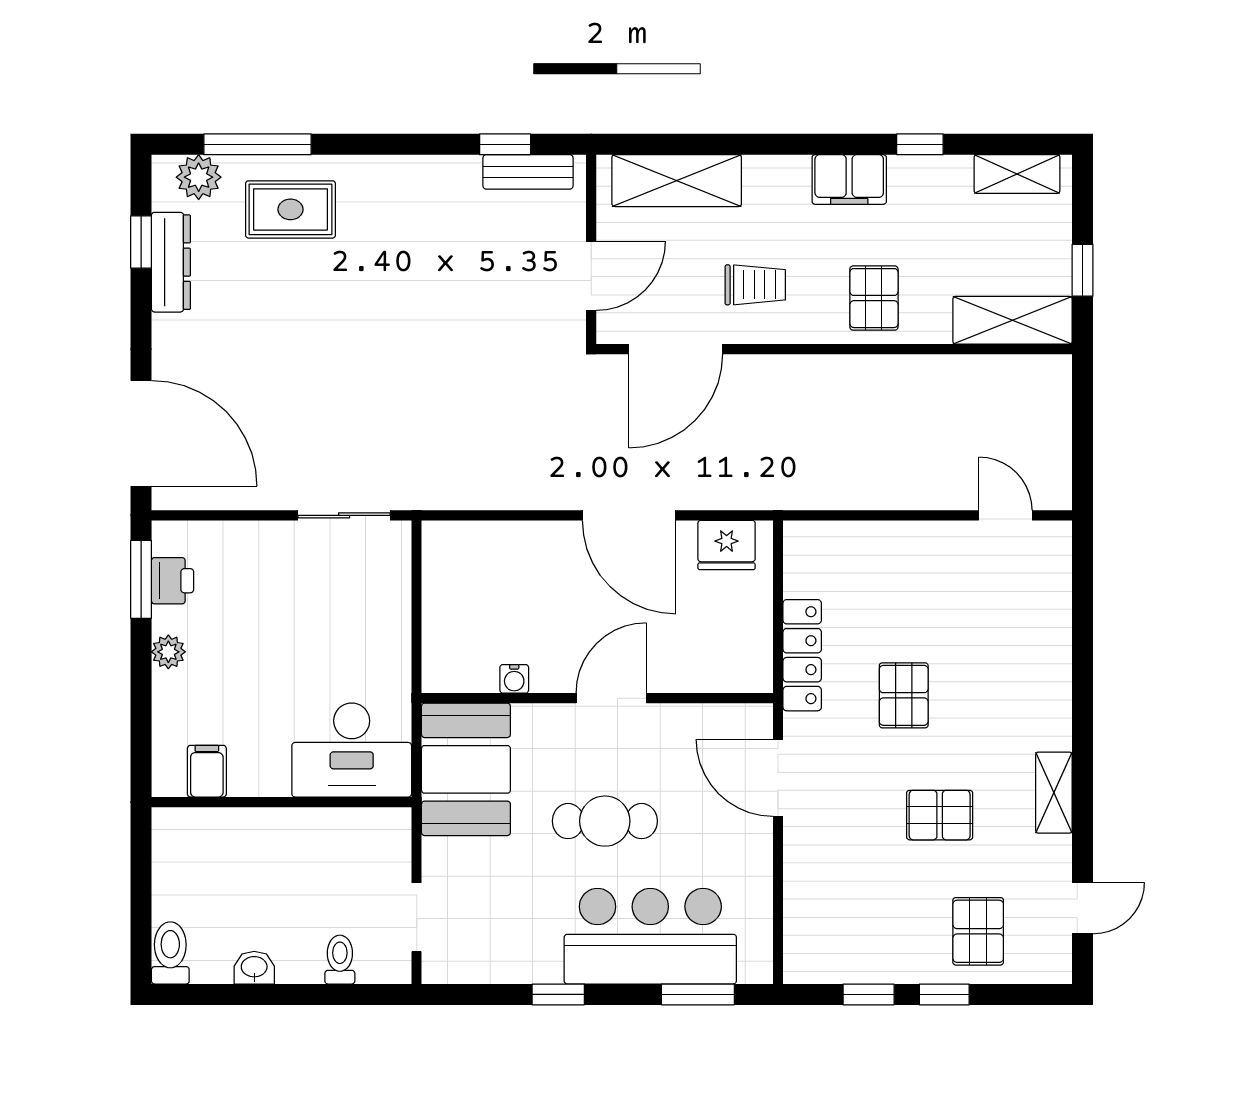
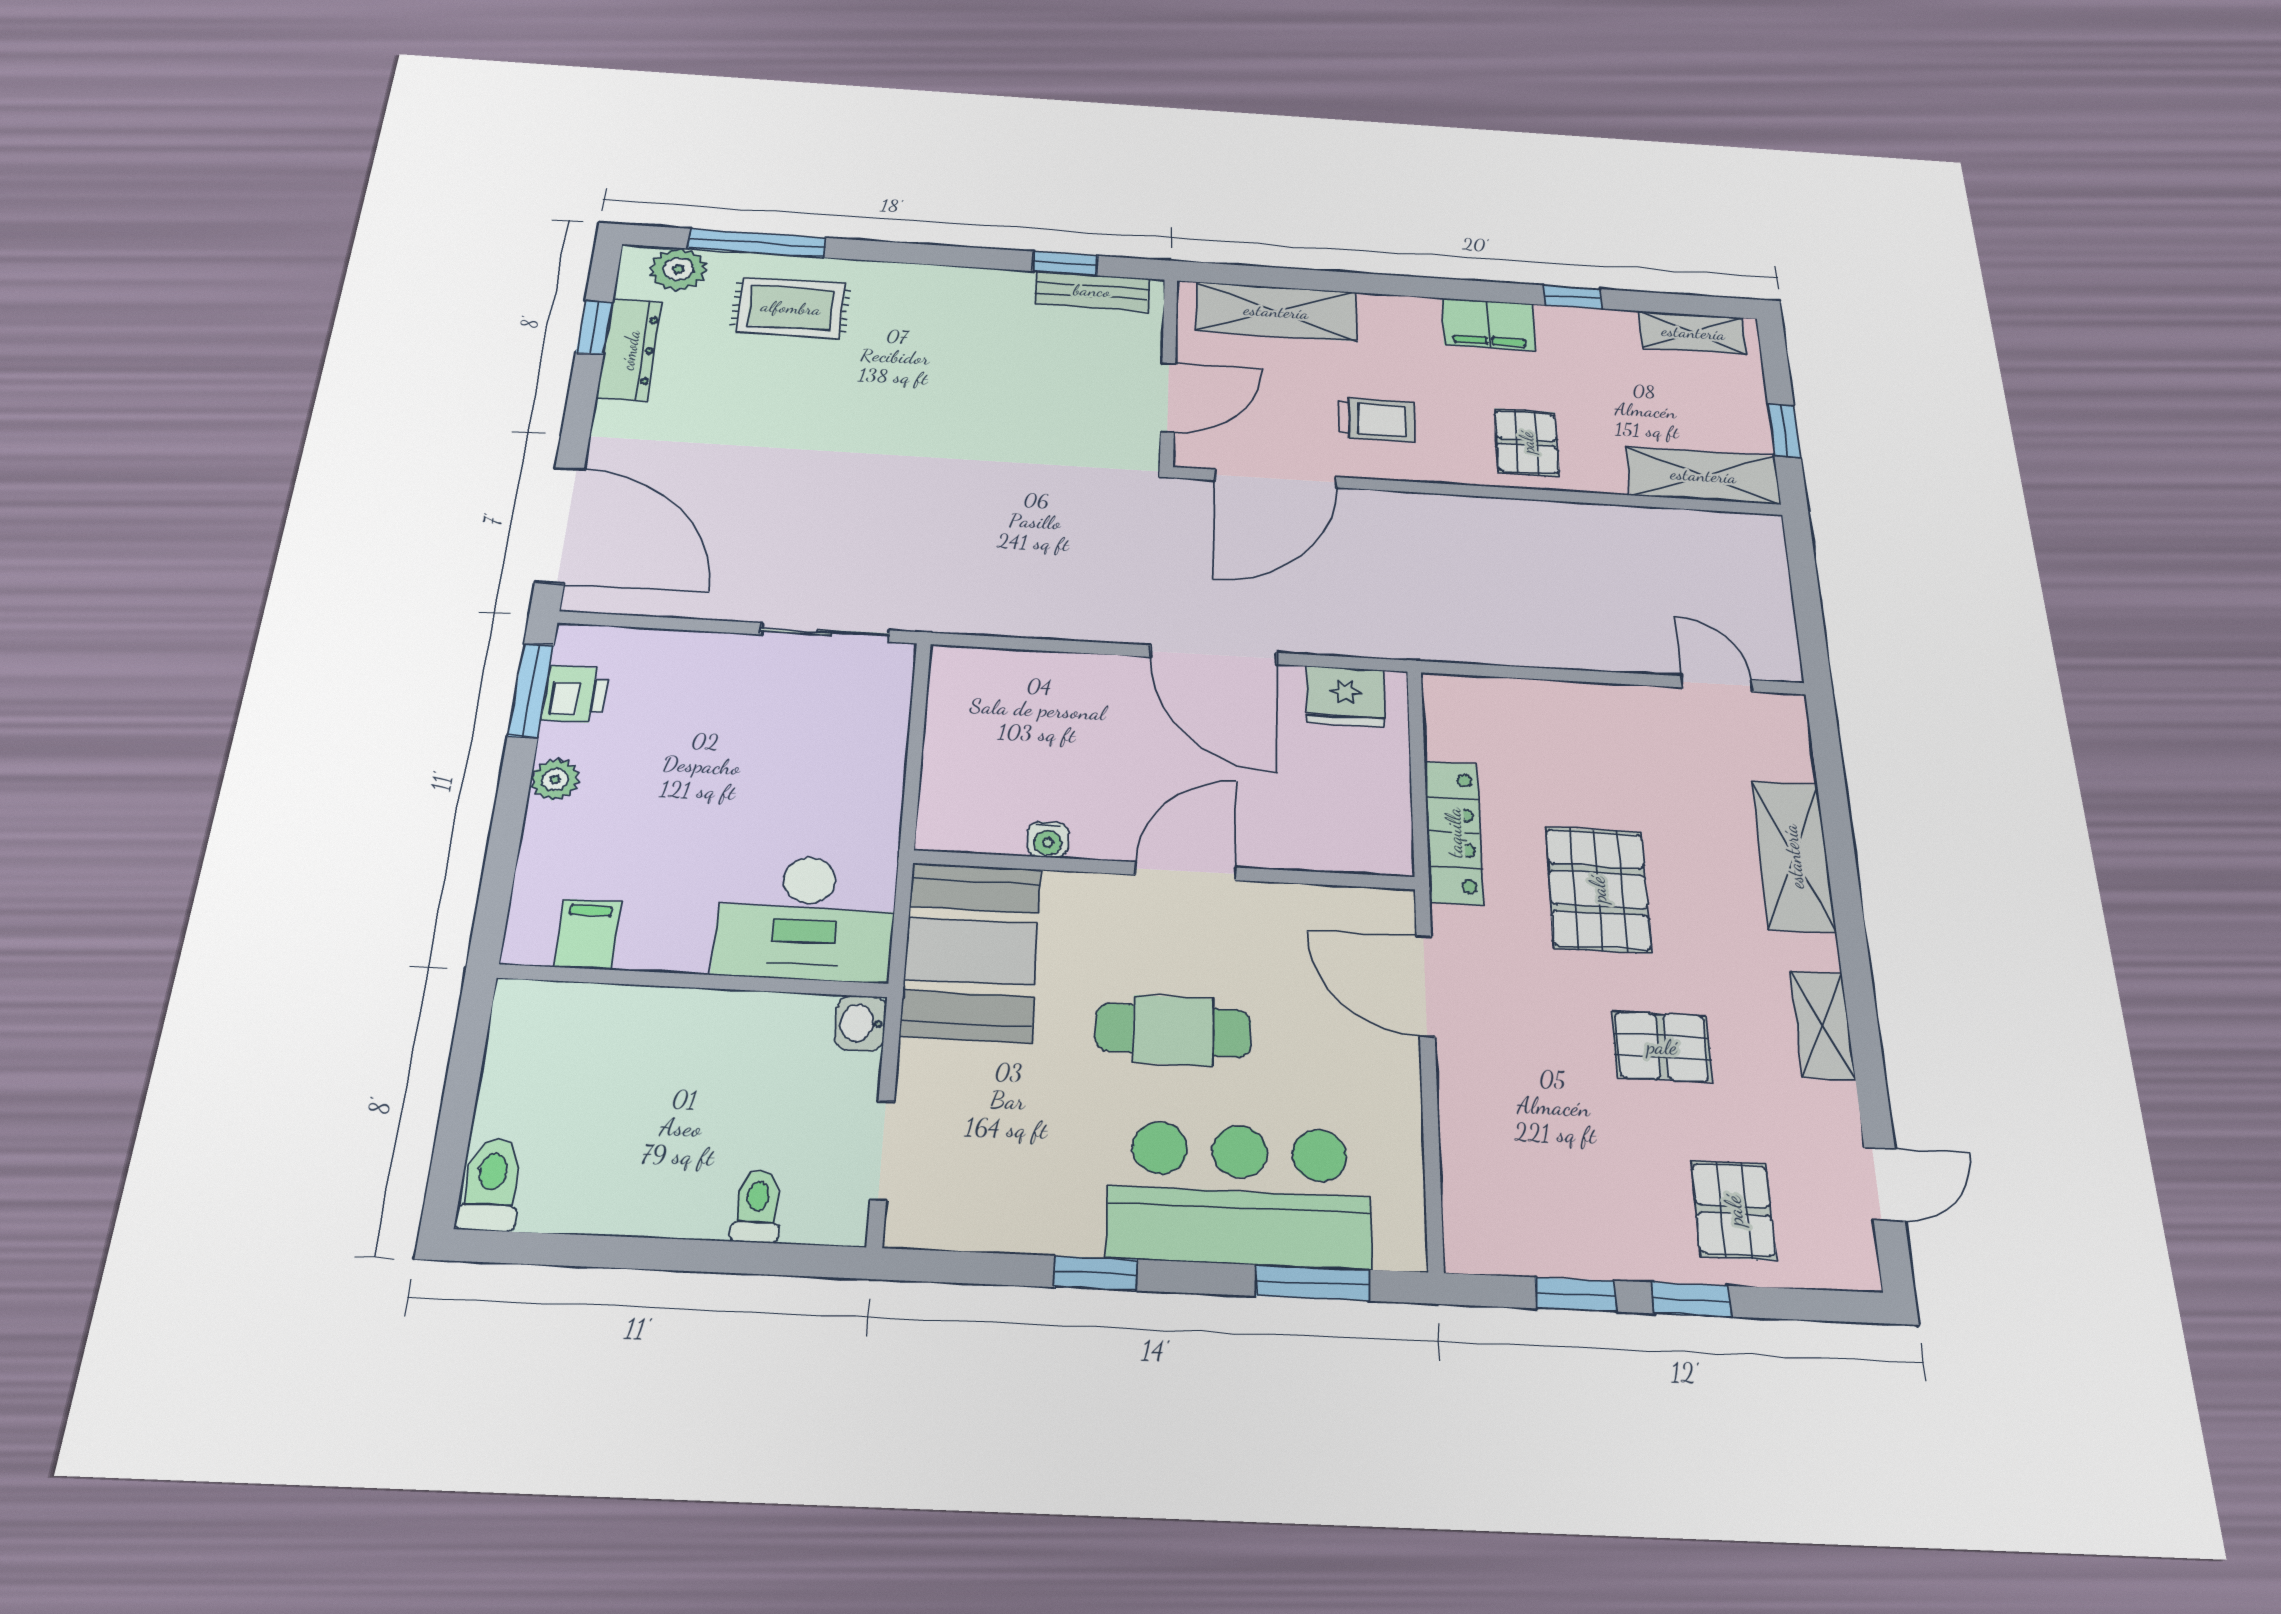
shelving: (1048, 659) -> (1793, 856), added
pallet: (904, 695) -> (1598, 889), width x1.50, depth x1.42
washbasin: (254, 968) -> (861, 1023), moved, turned -90

